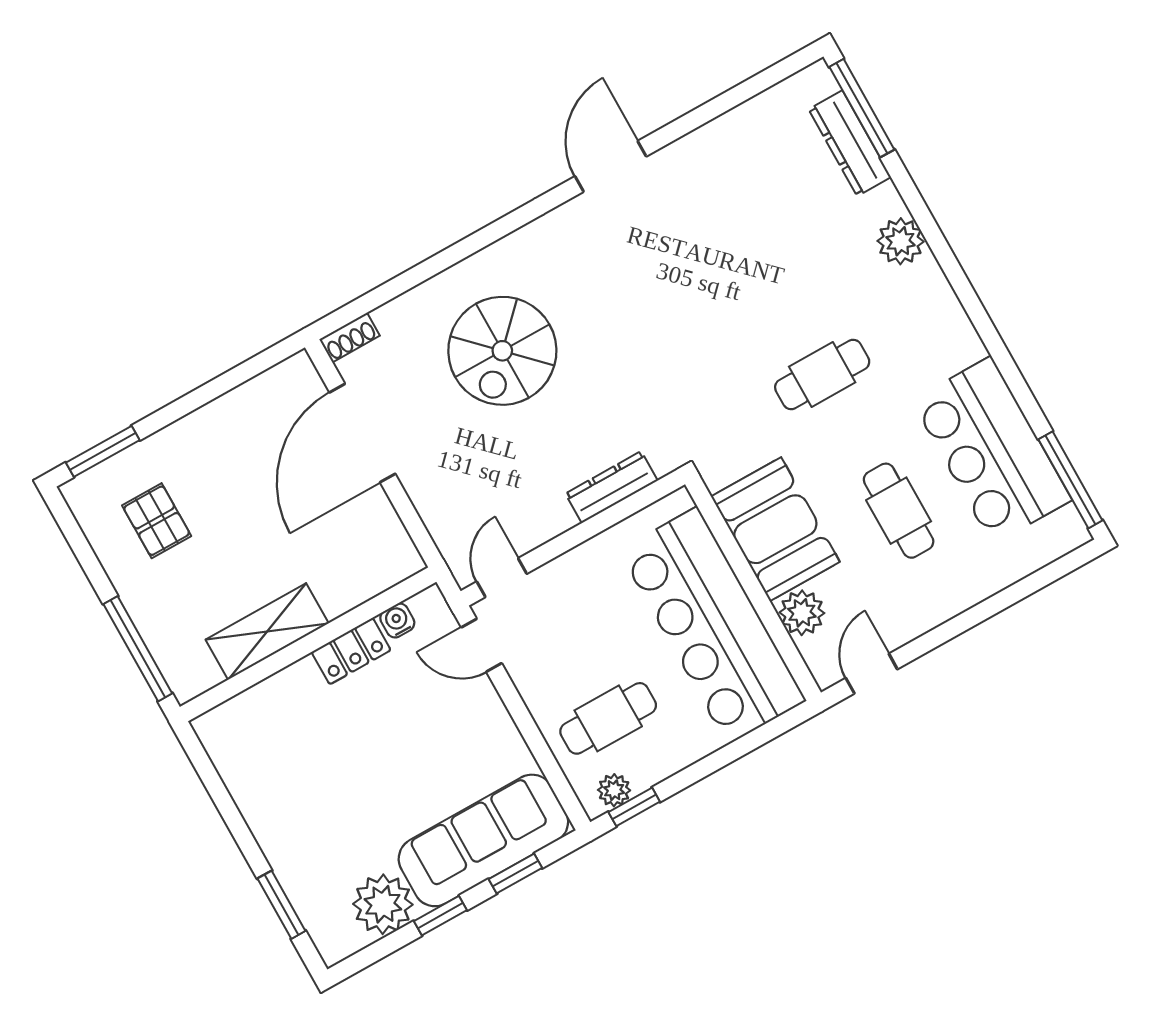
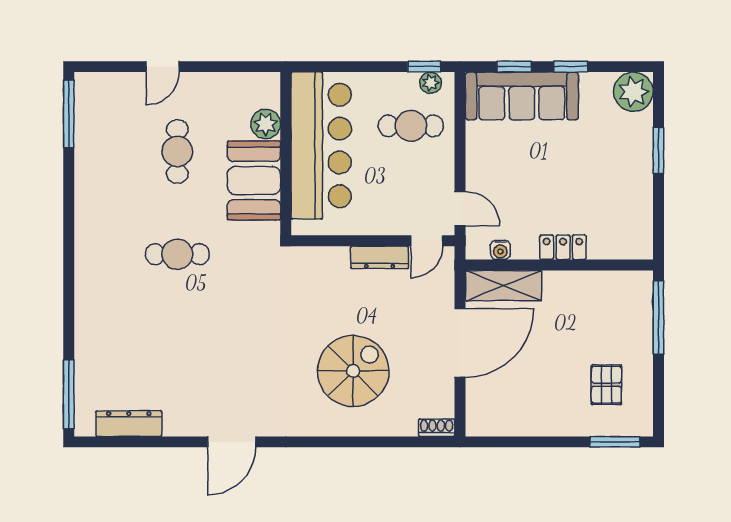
dresser: (850, 143) -> (129, 424), moved, turned -90
plant: (901, 241) -> (89, 305), removed
door: (362, 433) -> (460, 343), moved
bar counter: (992, 450) -> (104, 156), removed
dresser: (612, 487) -> (380, 257), moved
shelving: (267, 631) -> (503, 286), moved
locker: (351, 651) -> (563, 247), moved
door: (872, 674) -> (162, 67), moved
plant: (383, 904) -> (633, 92), moved
window: (281, 905) -> (658, 150), moved

